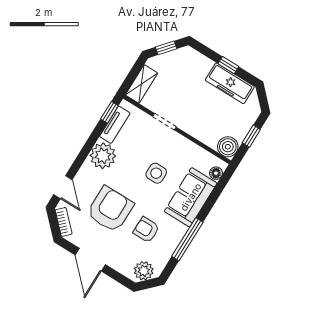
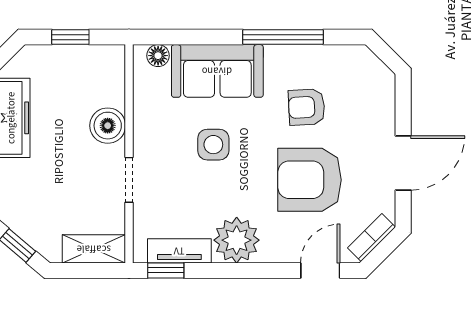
boiler: (228, 147) -> (108, 126), moved
armchair: (146, 230) -> (307, 107), turned 87
plant: (144, 271) -> (370, 73), removed

